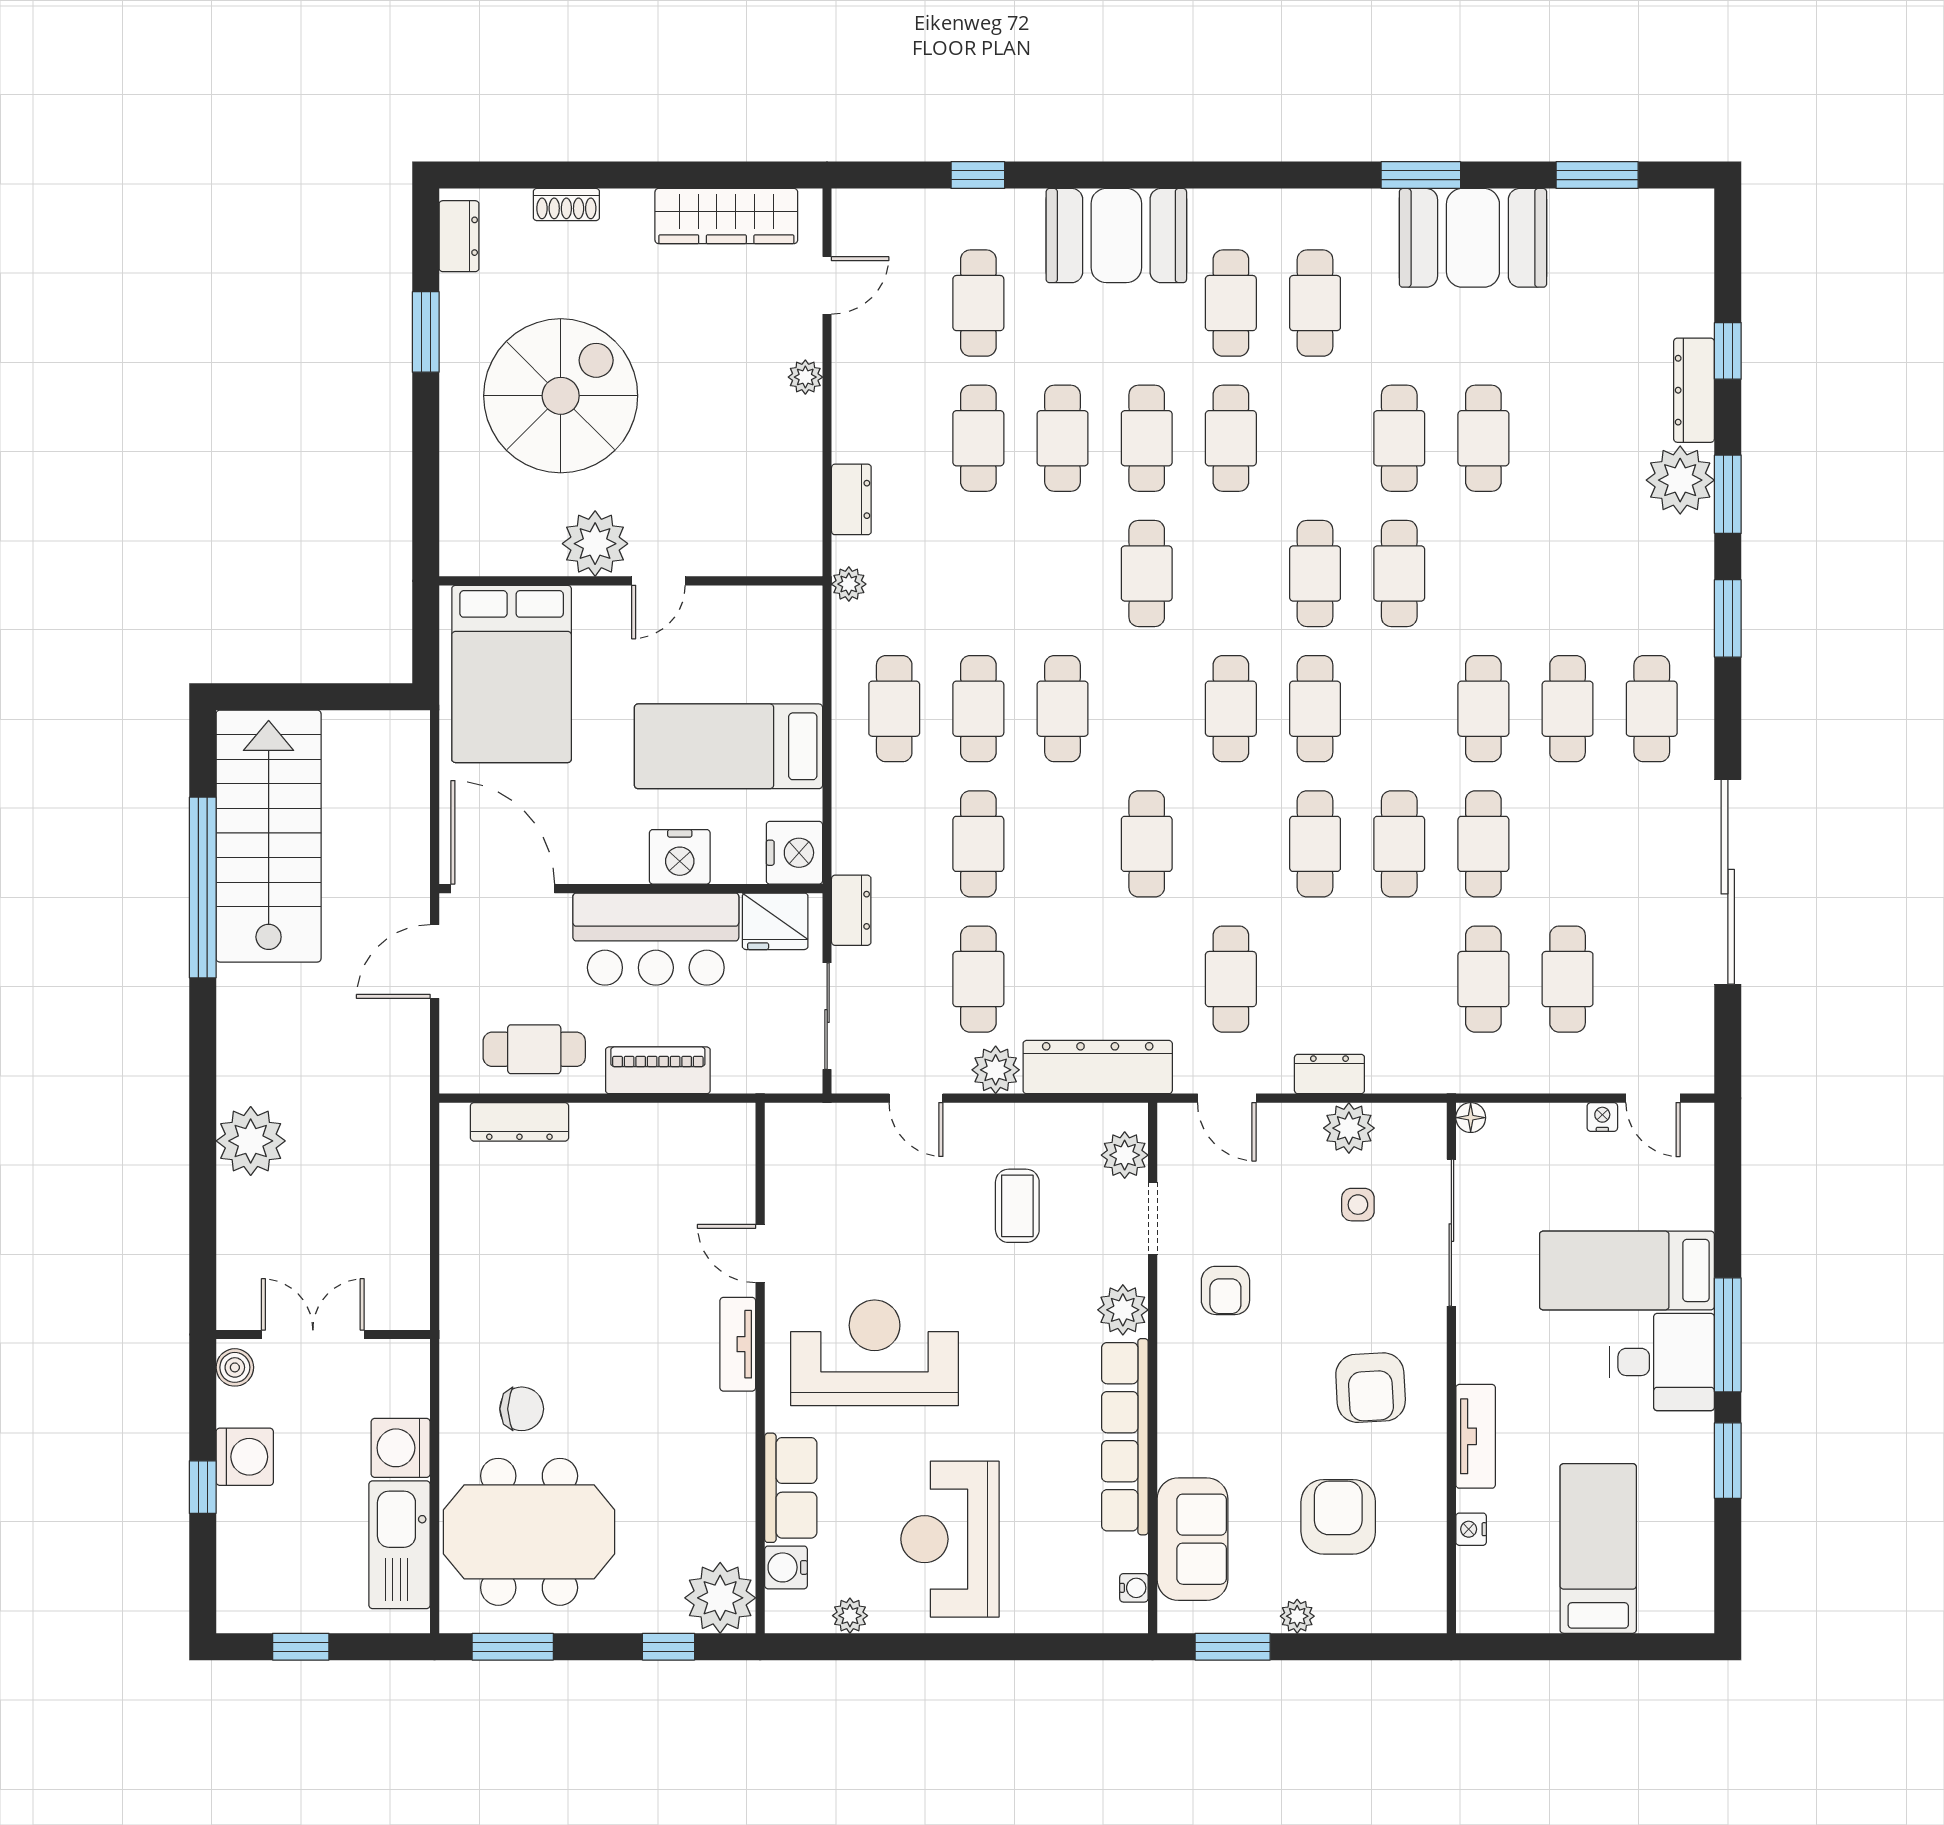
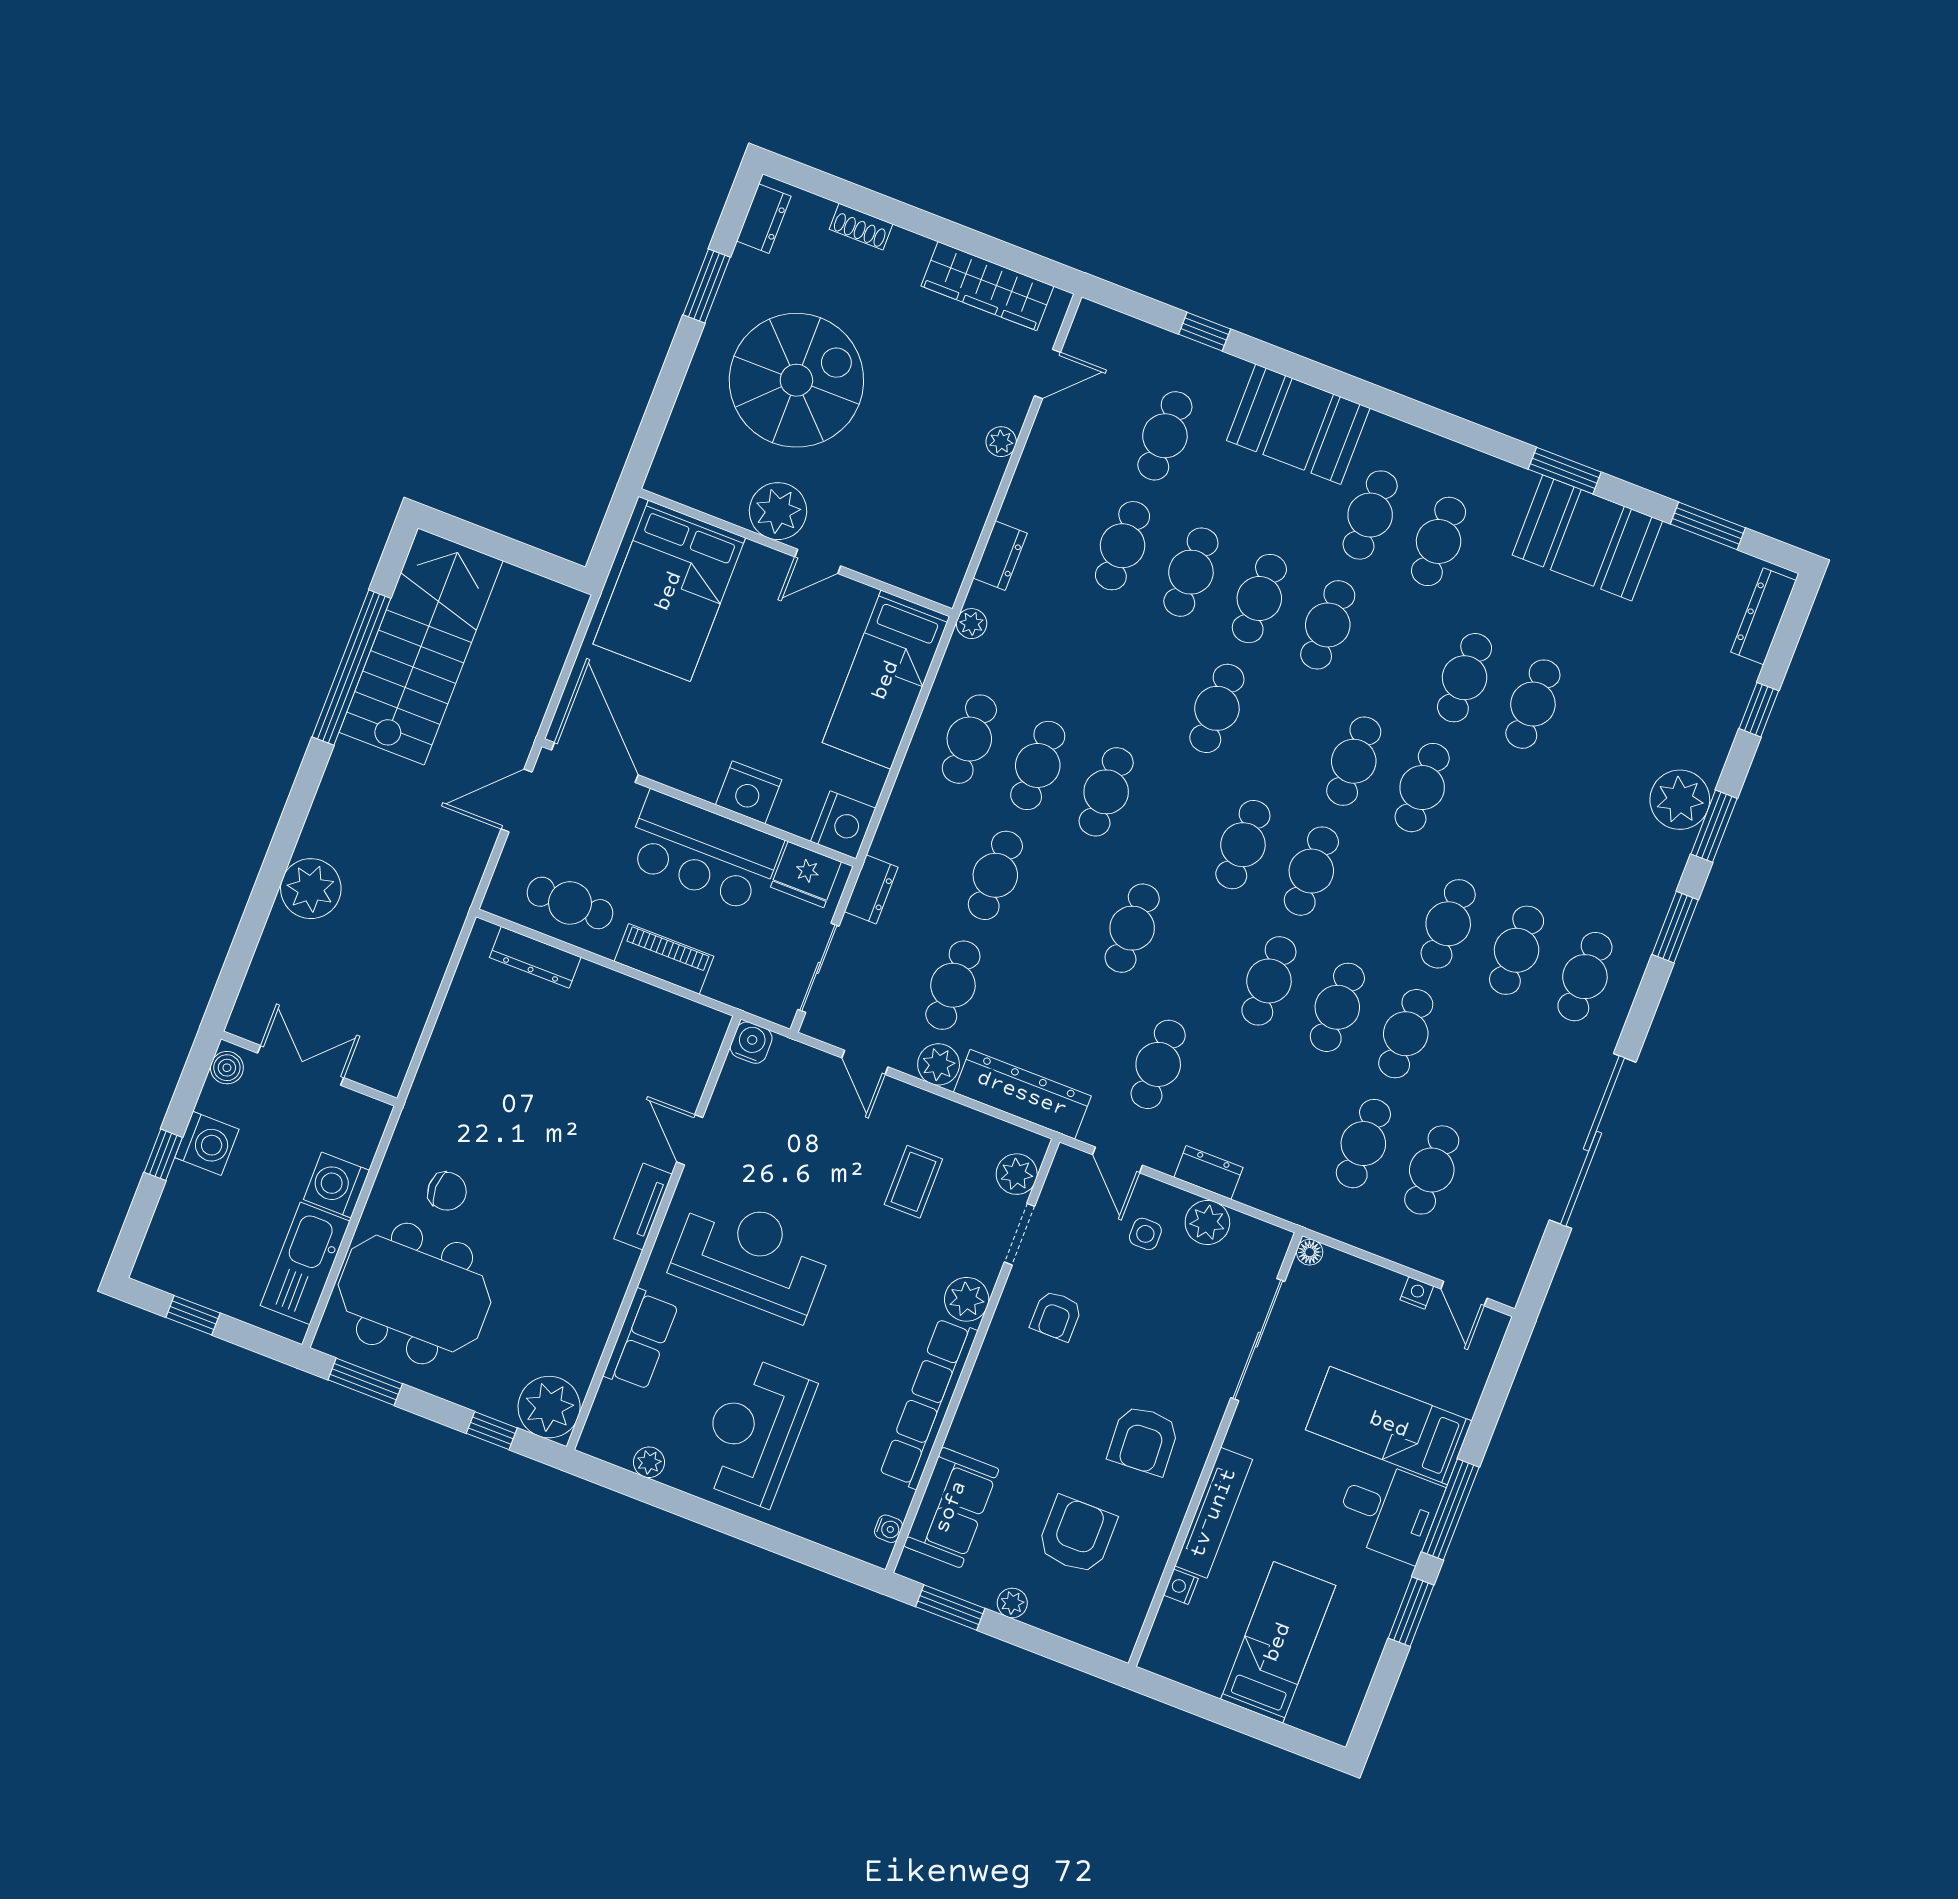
dresser: (1694, 390) -> (1764, 616), moved
bed: (728, 746) -> (886, 680), moved, turned -90
side table: (1358, 1205) -> (1145, 1234), moved
tv unit: (1476, 1436) -> (1214, 1513), width x1.41
water cooler: (786, 1567) -> (751, 1043), moved, turned 90

